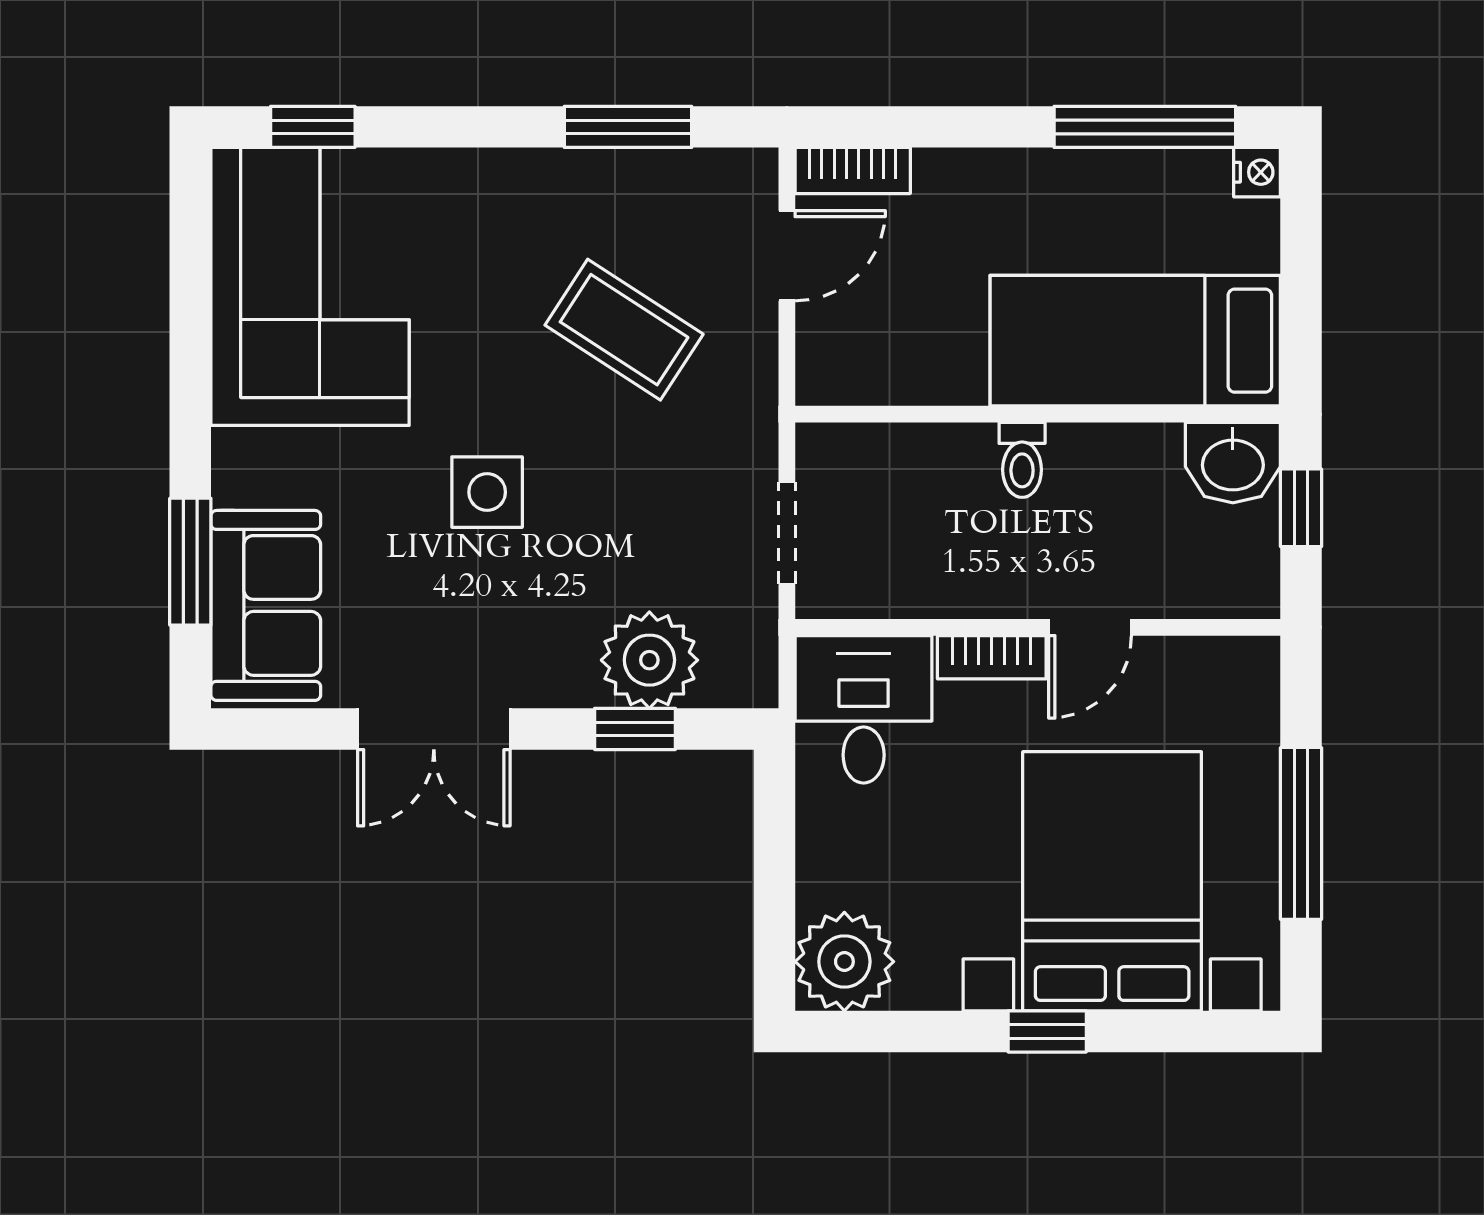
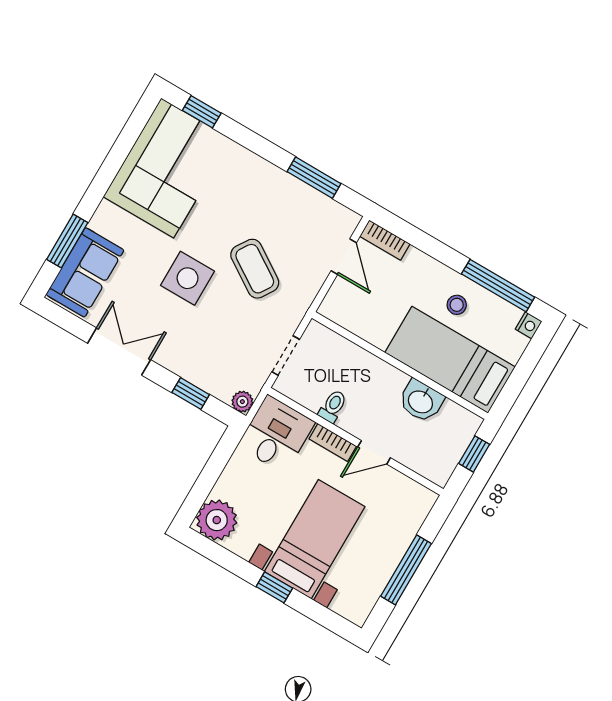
stool: (1082, 218) -> (457, 305), added
door: (787, 256) -> (344, 257), hinge flipped
coffee table: (624, 330) -> (255, 269), moved
toilet: (1022, 460) -> (333, 406), moved, turned 180
washbasin: (1233, 463) -> (421, 401), moved
side table: (487, 492) -> (188, 278), width x1.37, depth x1.37
plant: (649, 660) -> (242, 402), moved, width x0.53, depth x0.53
double door: (434, 729) -> (119, 351), swing flipped
bed with nightstands: (1112, 881) -> (315, 539), width x0.73

